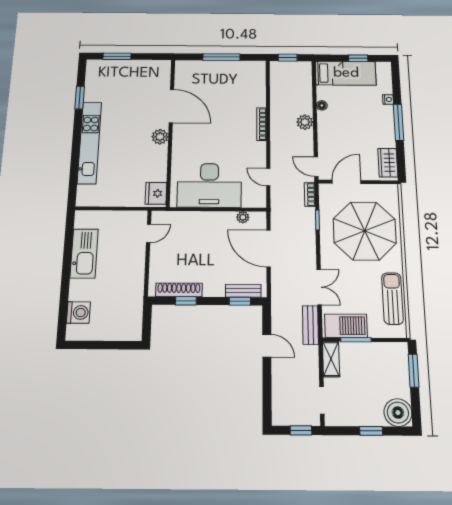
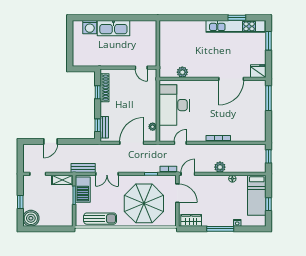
window: (221, 57) -> (269, 98), moved
plant: (160, 137) -> (182, 72), moved
kitchen unit: (89, 143) -> (235, 26), moved
fridge: (156, 193) -> (258, 71), moved
kitchen sink: (84, 253) -> (113, 28), moved
door: (267, 346) -> (50, 142), moved
window: (414, 371) -> (56, 229), removed
window: (301, 430) -> (20, 161), removed

